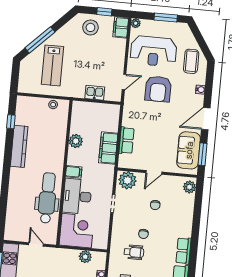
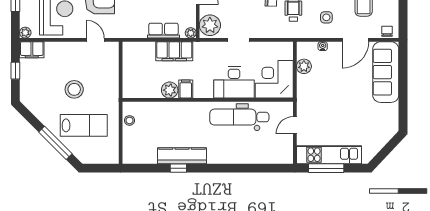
stool: (90, 27) -> (74, 89), moved
kitchen sink: (95, 93) -> (111, 73), removed
window: (11, 122) -> (178, 168), moved
plant: (123, 163) -> (191, 33), added
filing cabinet: (74, 172) -> (186, 89), moved

